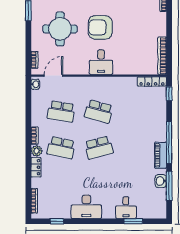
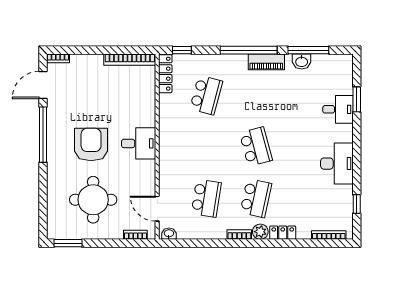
armchair: (100, 27) -> (91, 144), turned 180
school desk: (99, 111) -> (206, 95), moved

